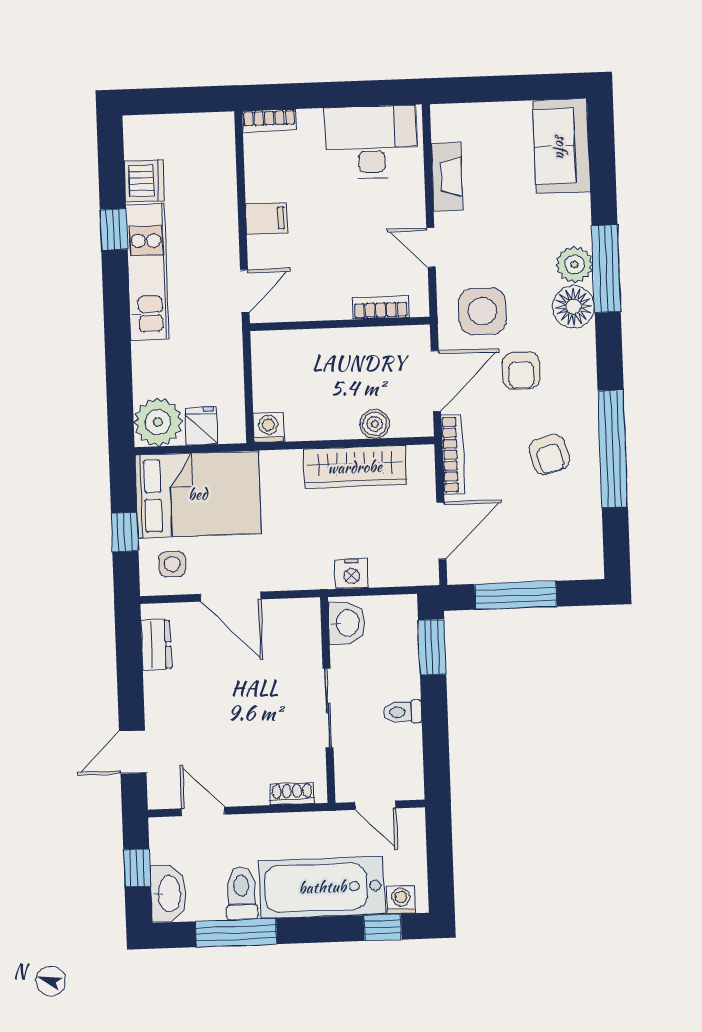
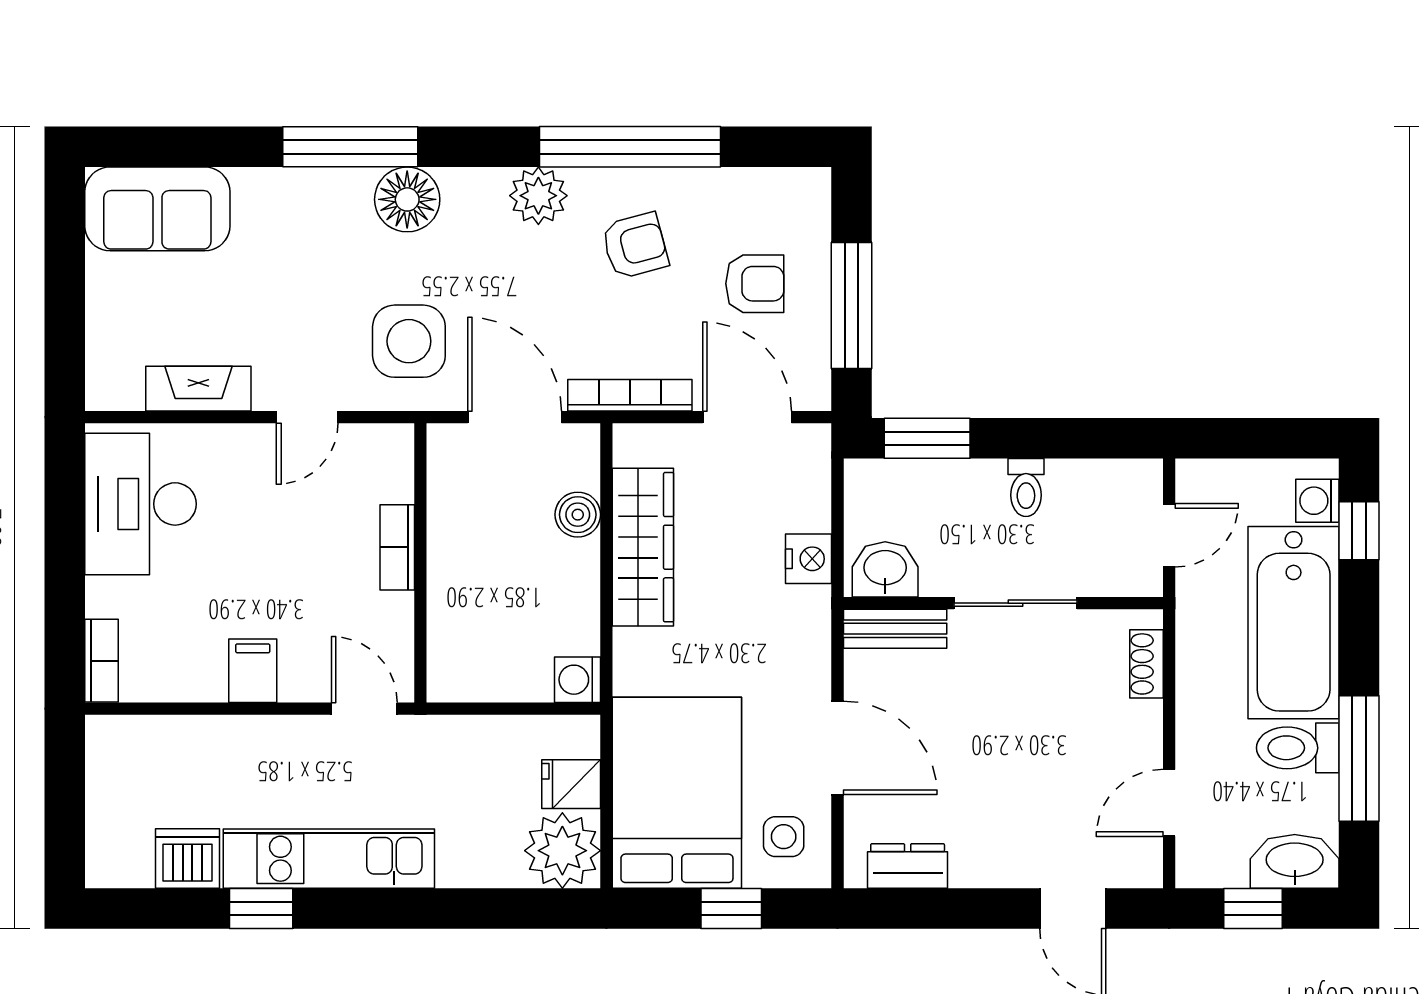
plant: (574, 265) -> (538, 196), moved
bookcase: (381, 307) -> (397, 547), moved
armchair: (521, 370) -> (755, 284), moved
door: (231, 597) -> (837, 748), hinge flipped
bench: (309, 631) -> (895, 629), added

